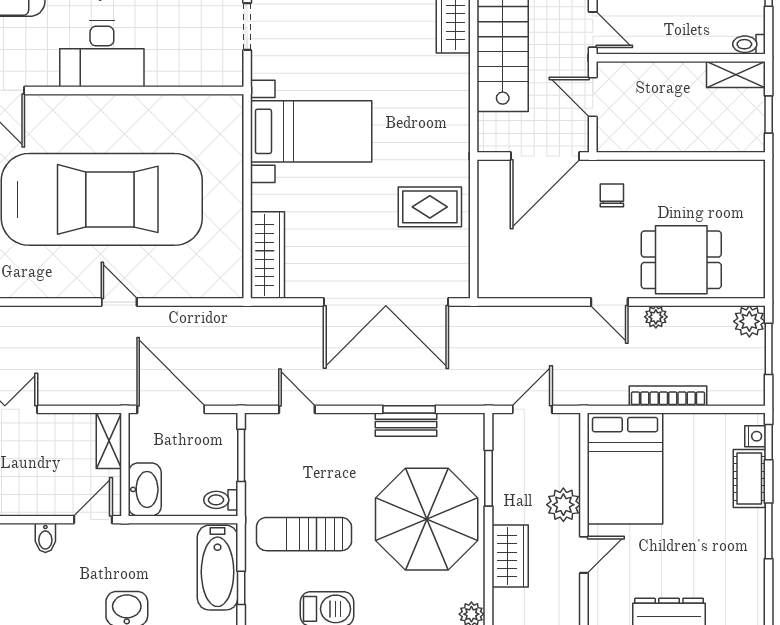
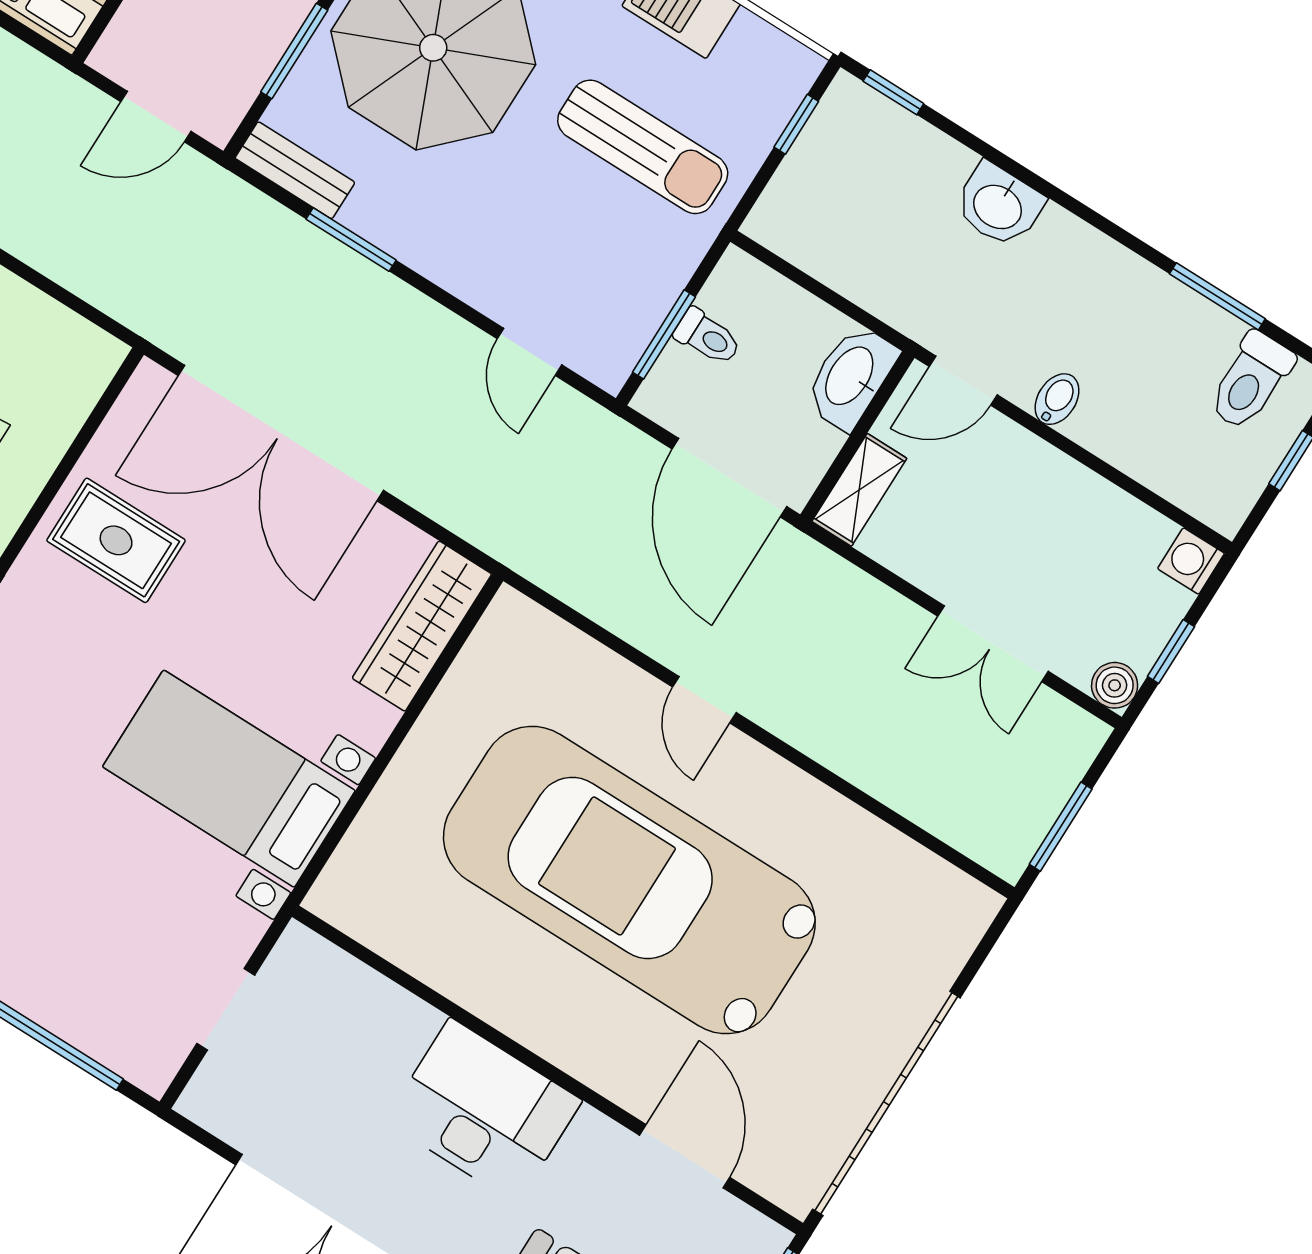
double door: (386, 302) -> (281, 433), swing flipped
bench: (406, 425) -> (295, 170), moved
toilet: (221, 500) -> (708, 337), moved
bathtub: (218, 568) -> (813, 180), removed

